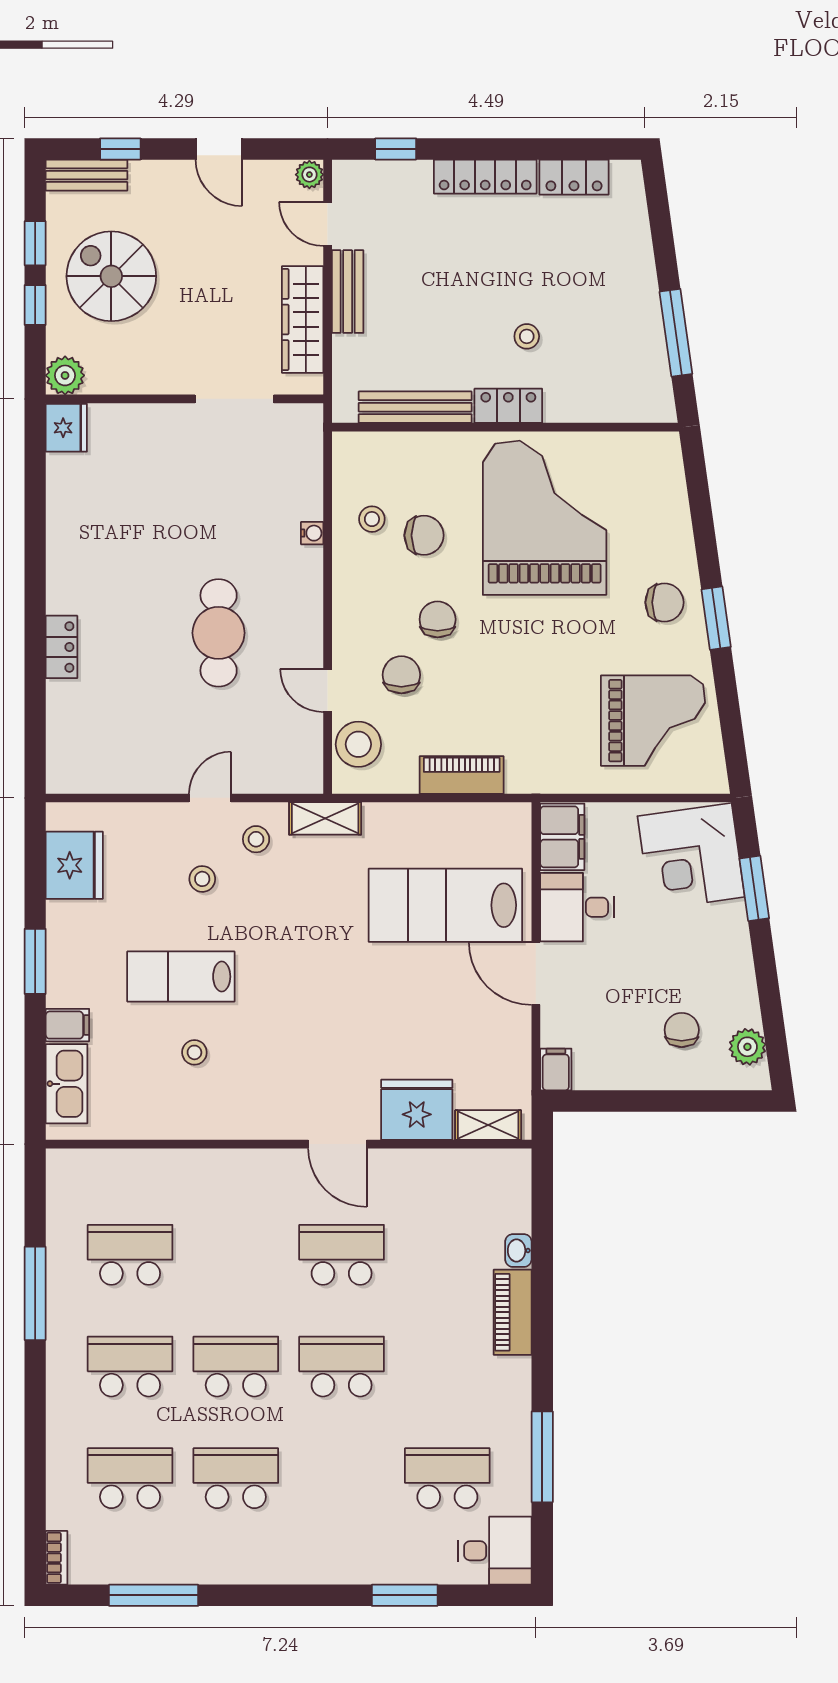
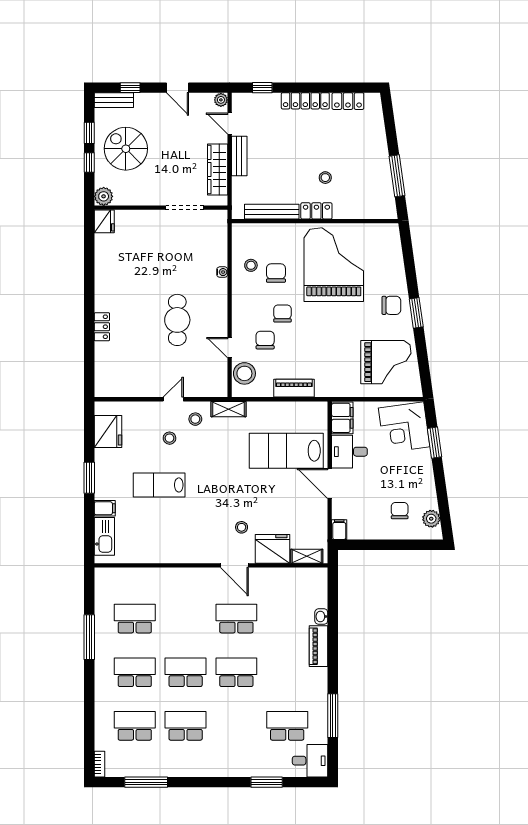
chair: (424, 535) -> (276, 273), turned -90
stool: (194, 1052) -> (242, 527), moved

